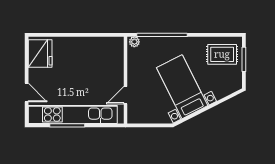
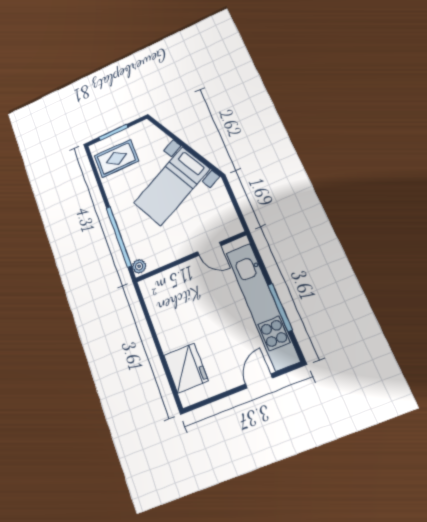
fridge: (40, 53) -> (186, 368), moved, turned 90
rug: (222, 54) -> (116, 158), turned 90

